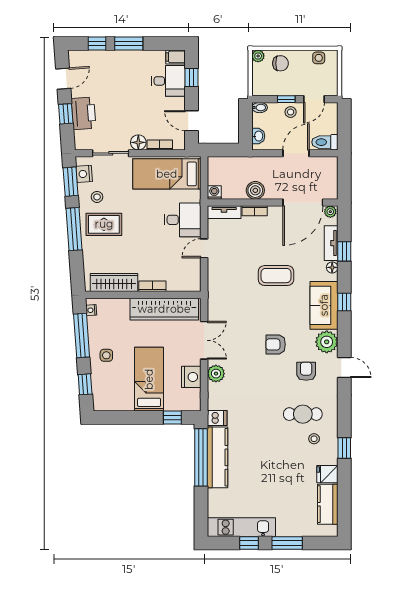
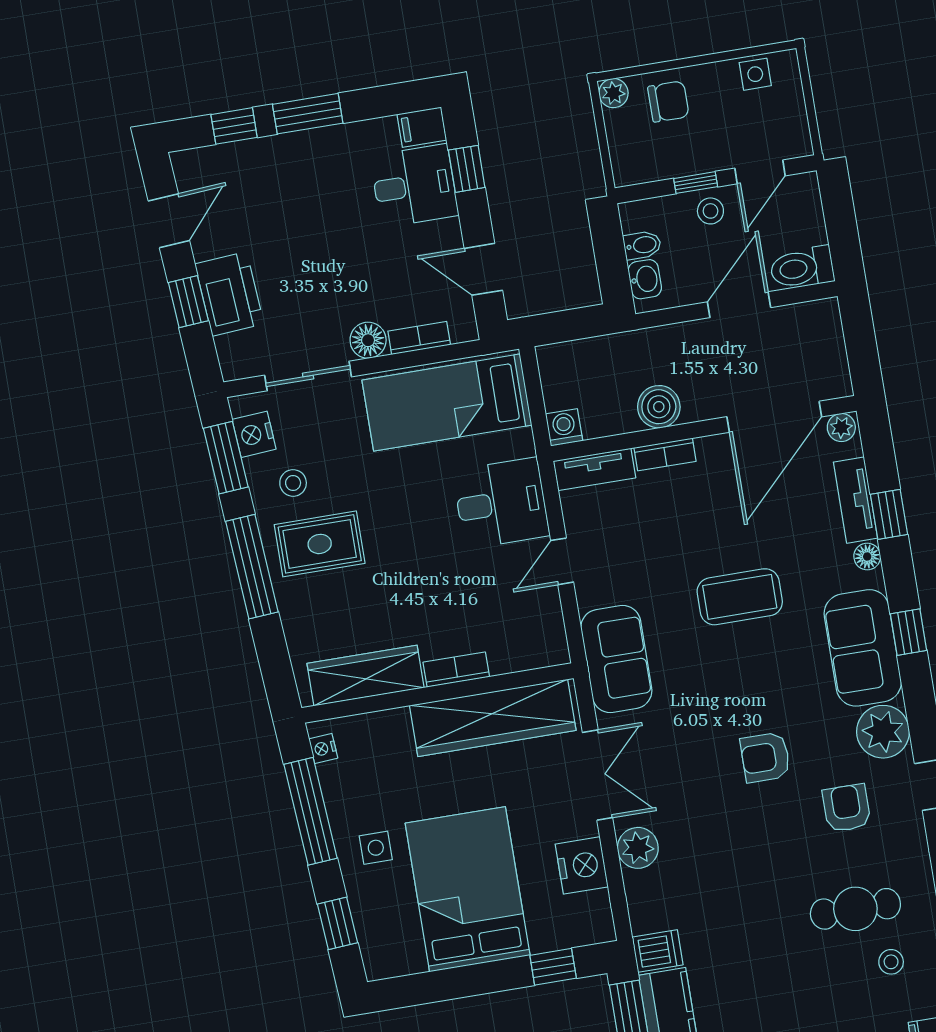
bidet: (260, 108) -> (642, 245), moved
sofa: (220, 293) -> (616, 659), added
bed: (149, 379) -> (468, 889), width x1.50

